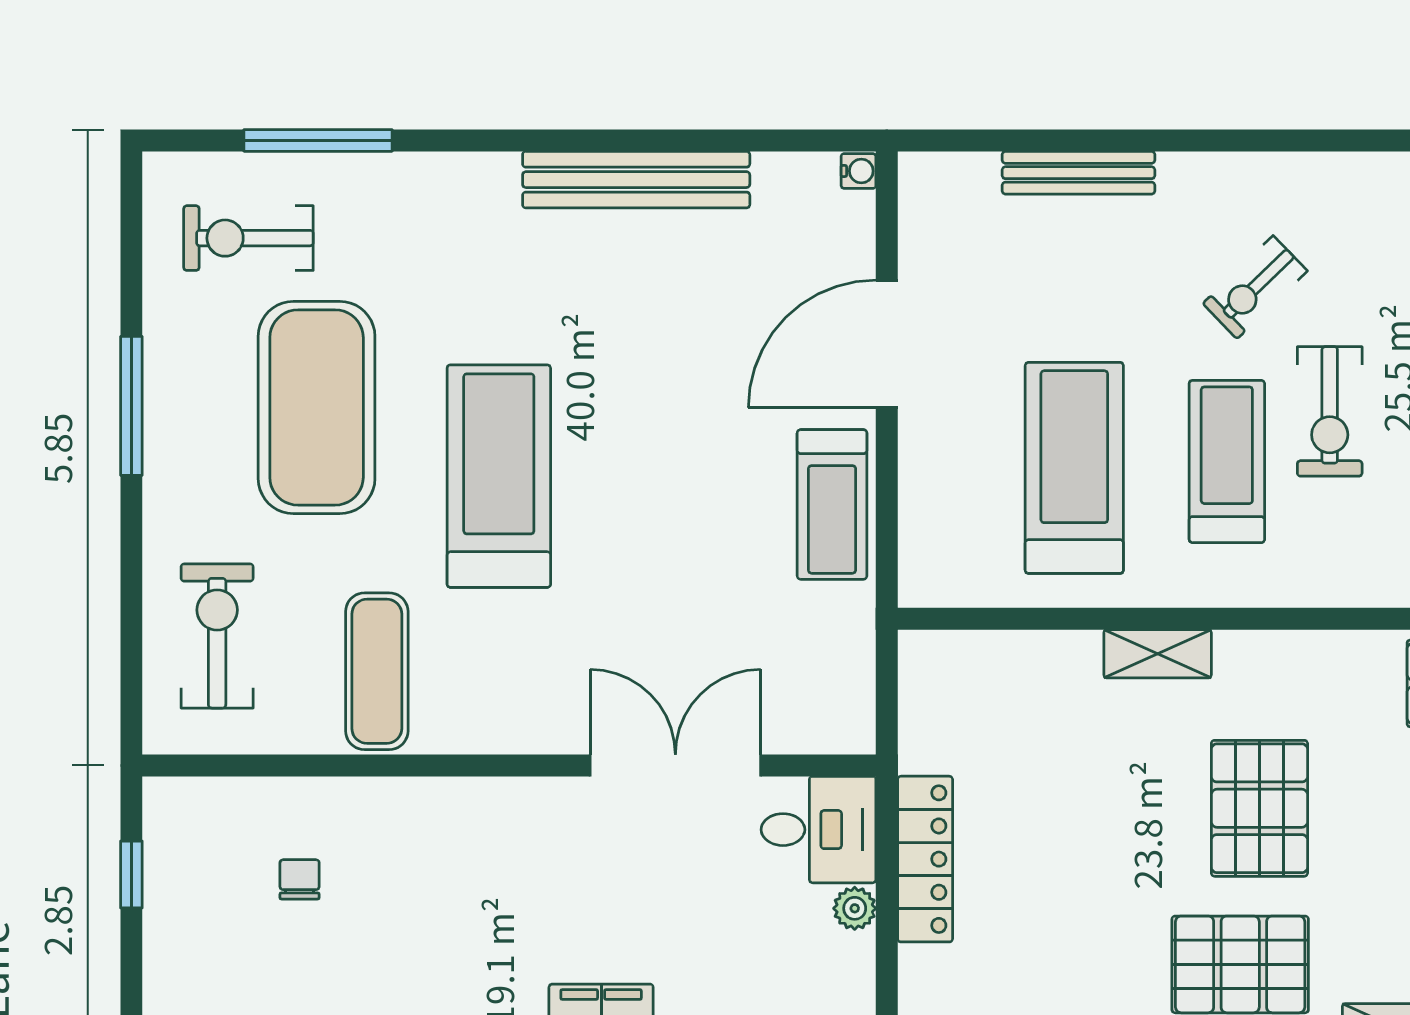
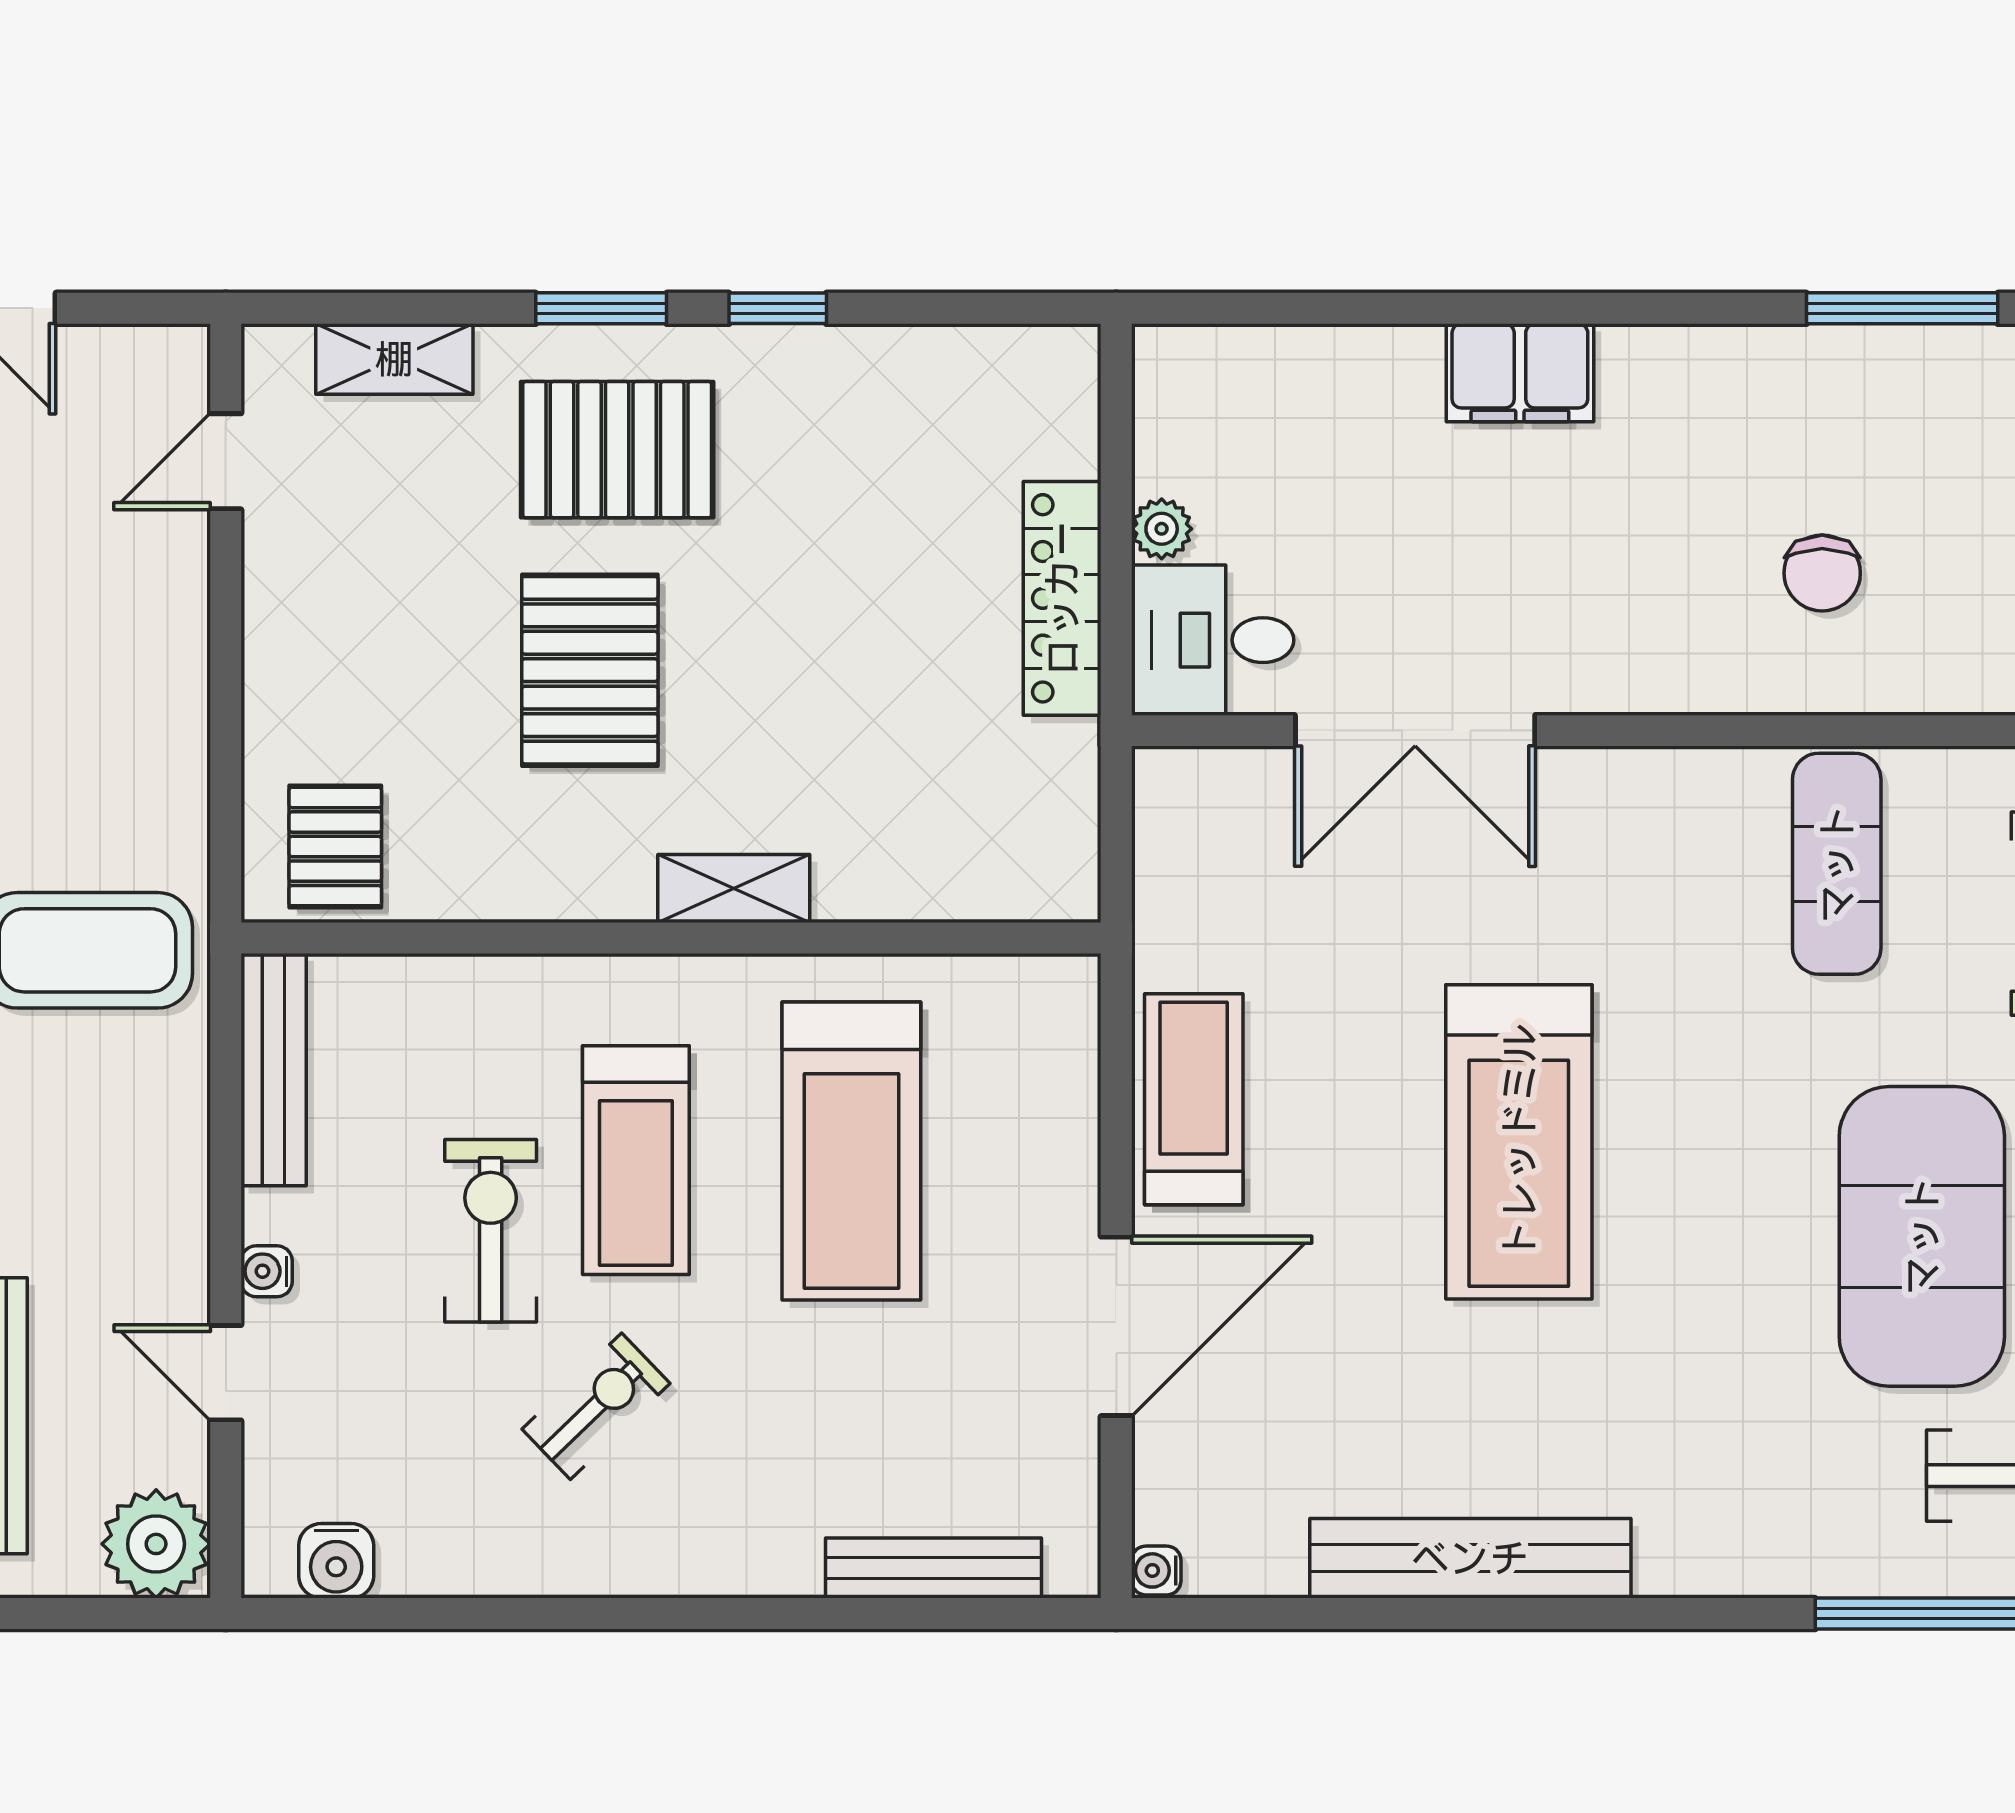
bench: (1079, 173) -> (933, 1568), moved
treadmill: (499, 476) -> (1519, 1142), moved
chair: (300, 879) -> (1822, 573), moved, width x1.37, depth x1.37

